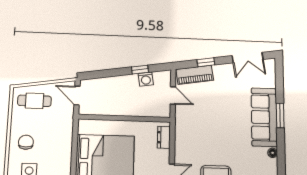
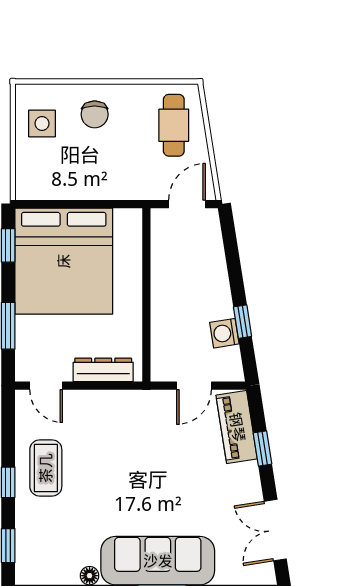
dresser: (164, 137) -> (103, 370), width x1.44
chair: (26, 142) -> (95, 114), turned 90

